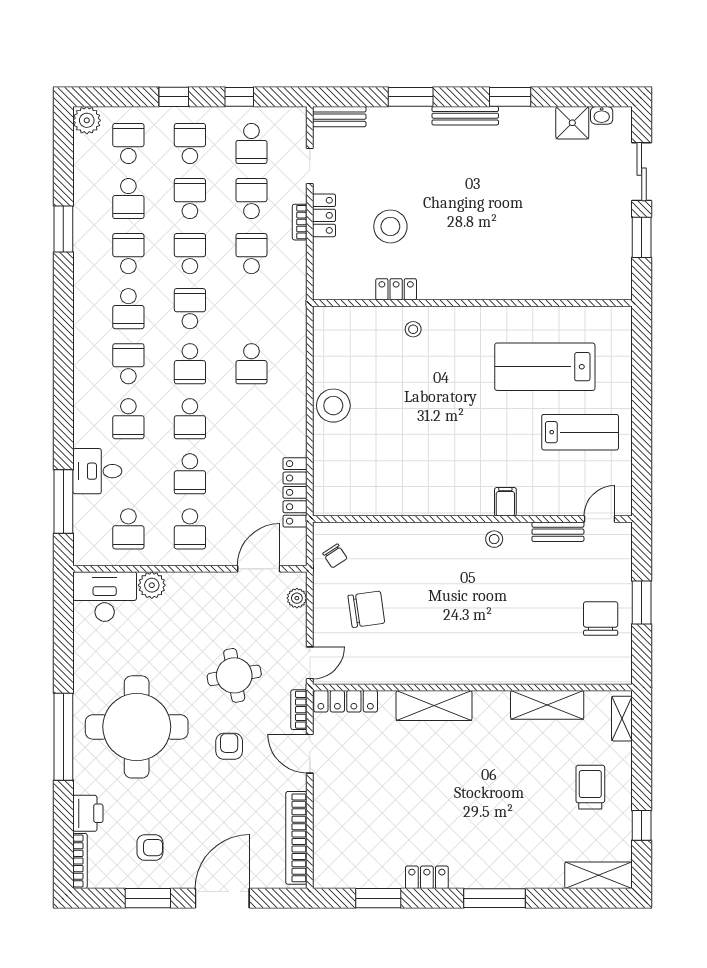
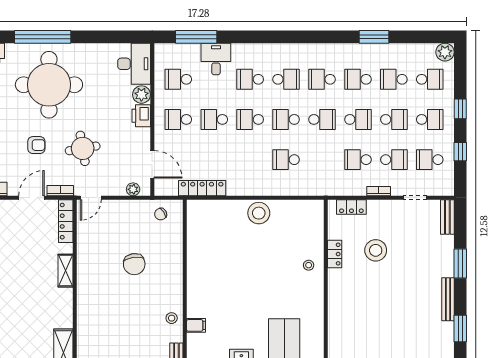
locker: (324, 215) -> (351, 207), moved
school desk: (128, 254) -> (358, 79), turned 180
school desk: (251, 254) -> (358, 160), turned 180
printer: (184, 586) -> (141, 116), added
chair: (366, 609) -> (134, 264), moved
door: (310, 663) -> (91, 198), hinge flipped
shelving: (434, 705) -> (65, 271), width x0.67, depth x0.75

